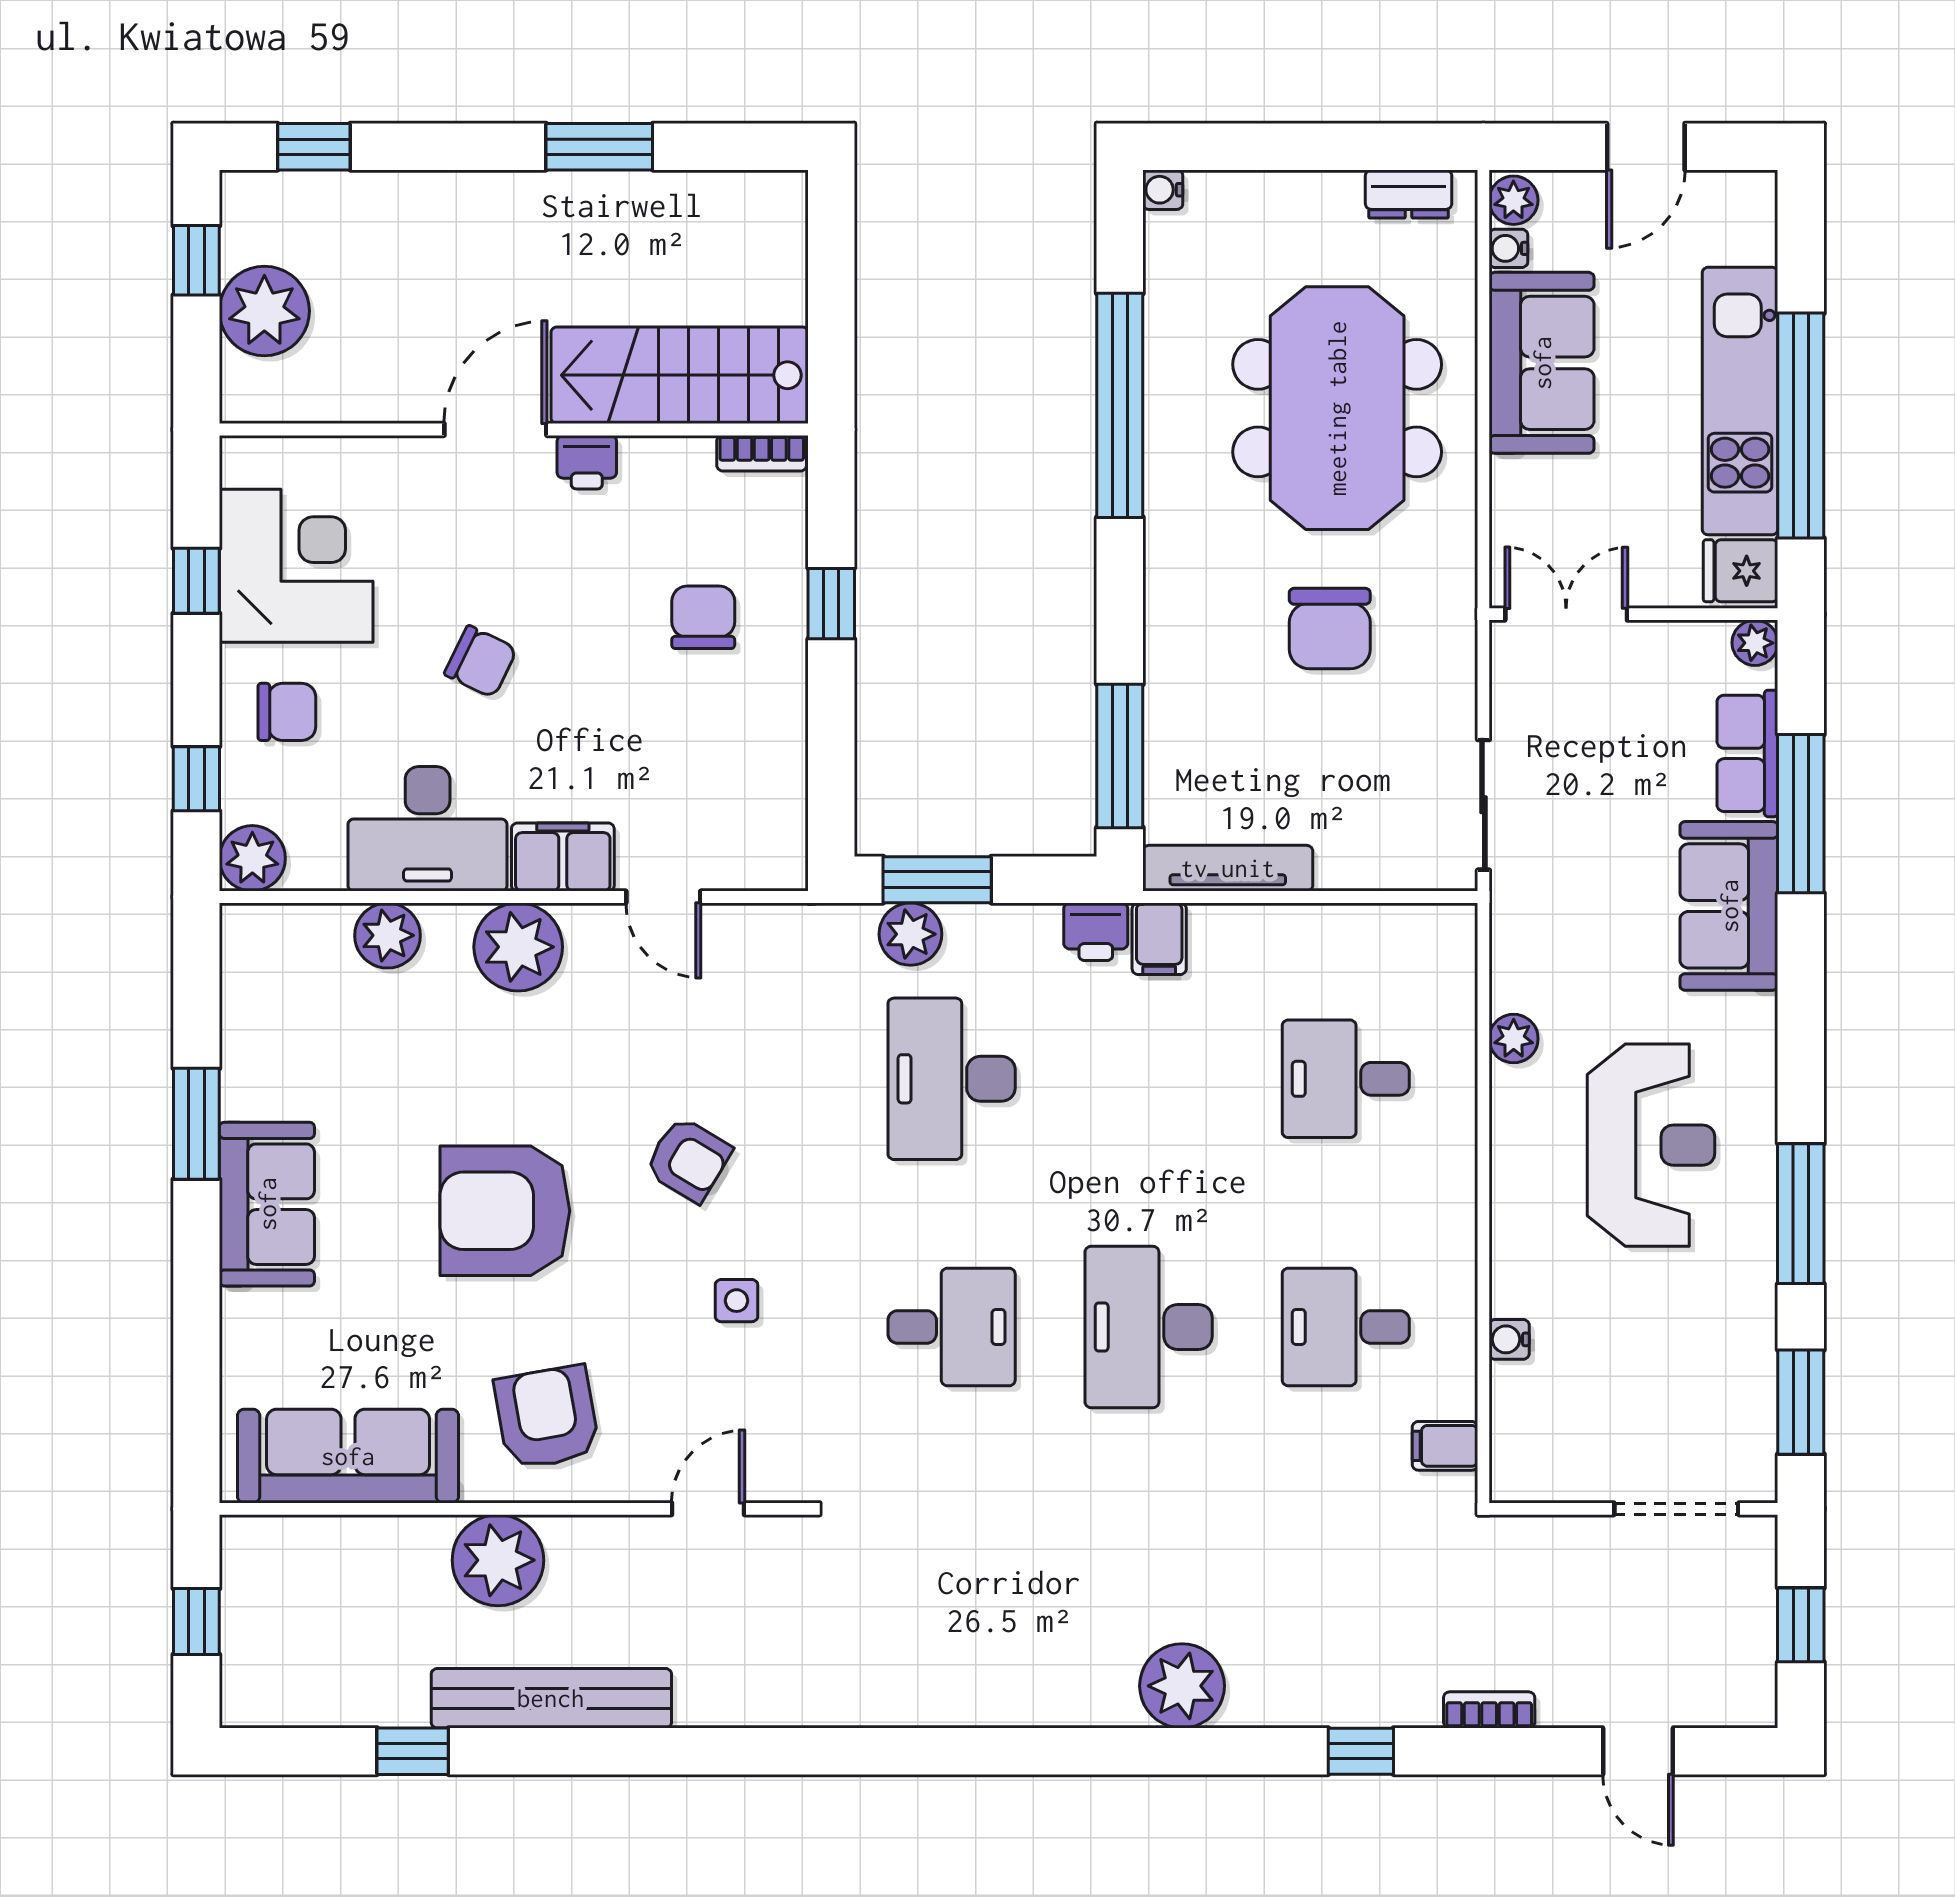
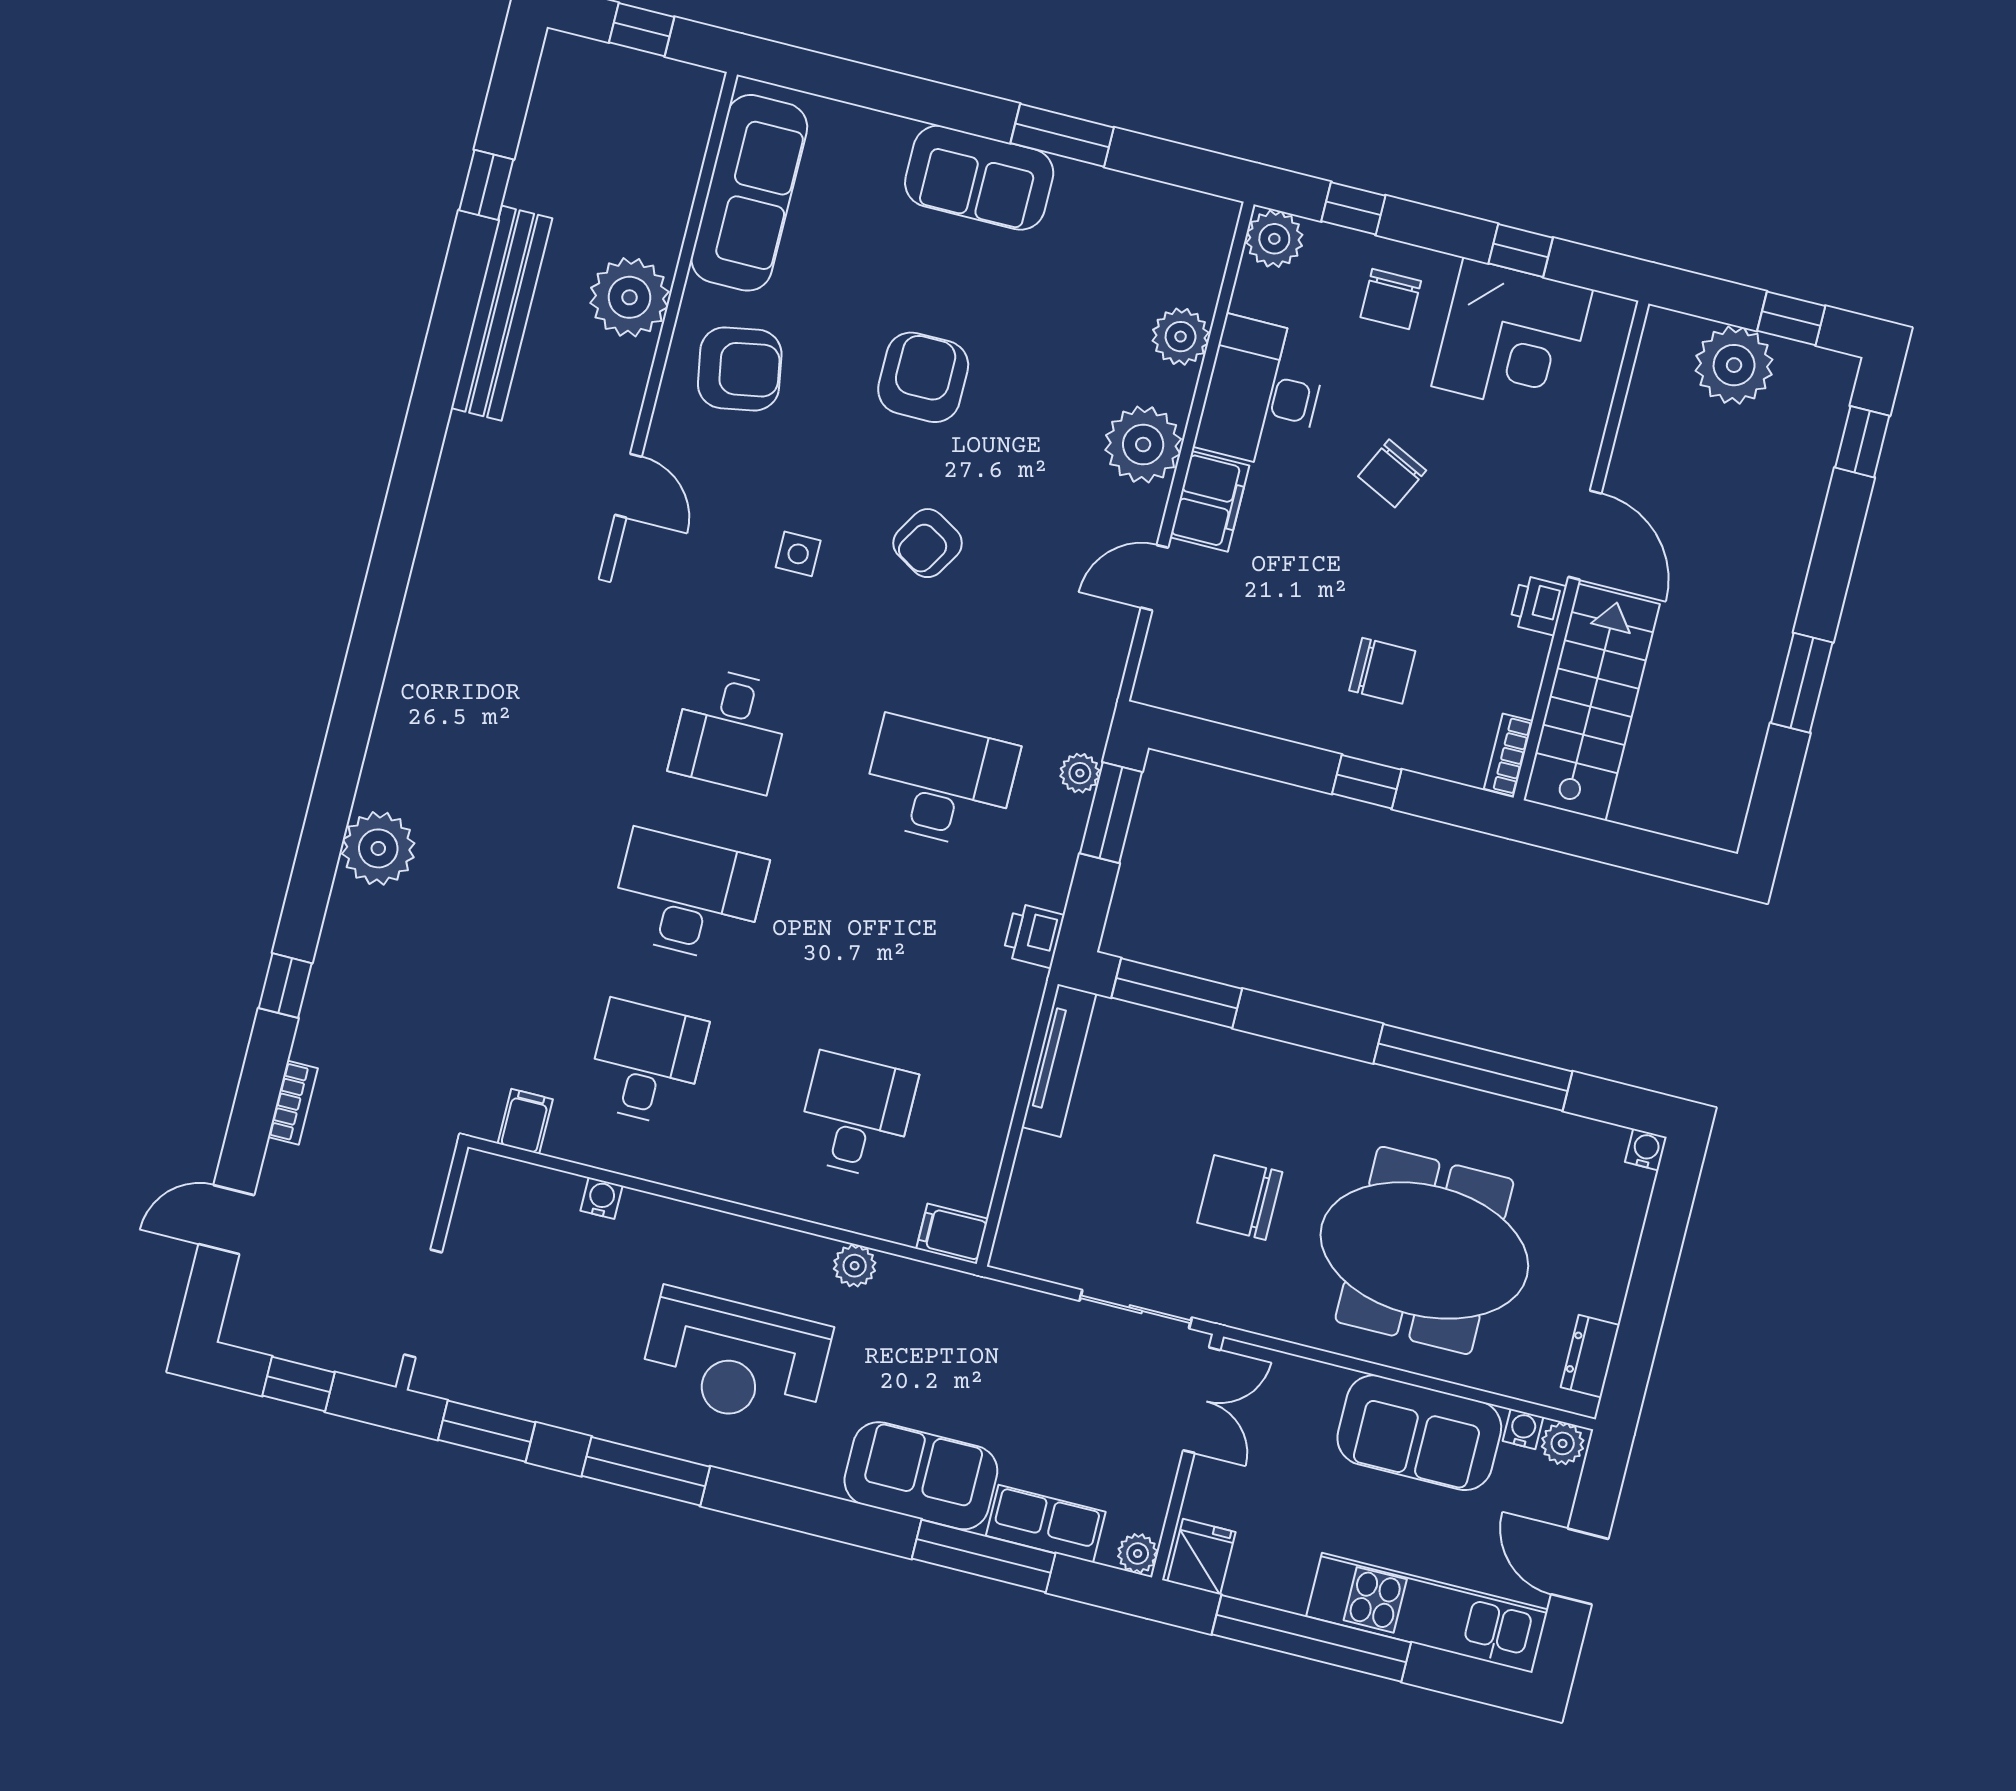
kitchen unit: (1740, 401) -> (1427, 1613), moved
sliding door: (1483, 805) -> (1136, 1309), moved
plant: (910, 934) -> (1080, 773), width x0.73, depth x0.73
filing cabinet: (1159, 939) -> (952, 1234), moved
armchair: (505, 1211) -> (923, 377), width x0.73, depth x0.73

